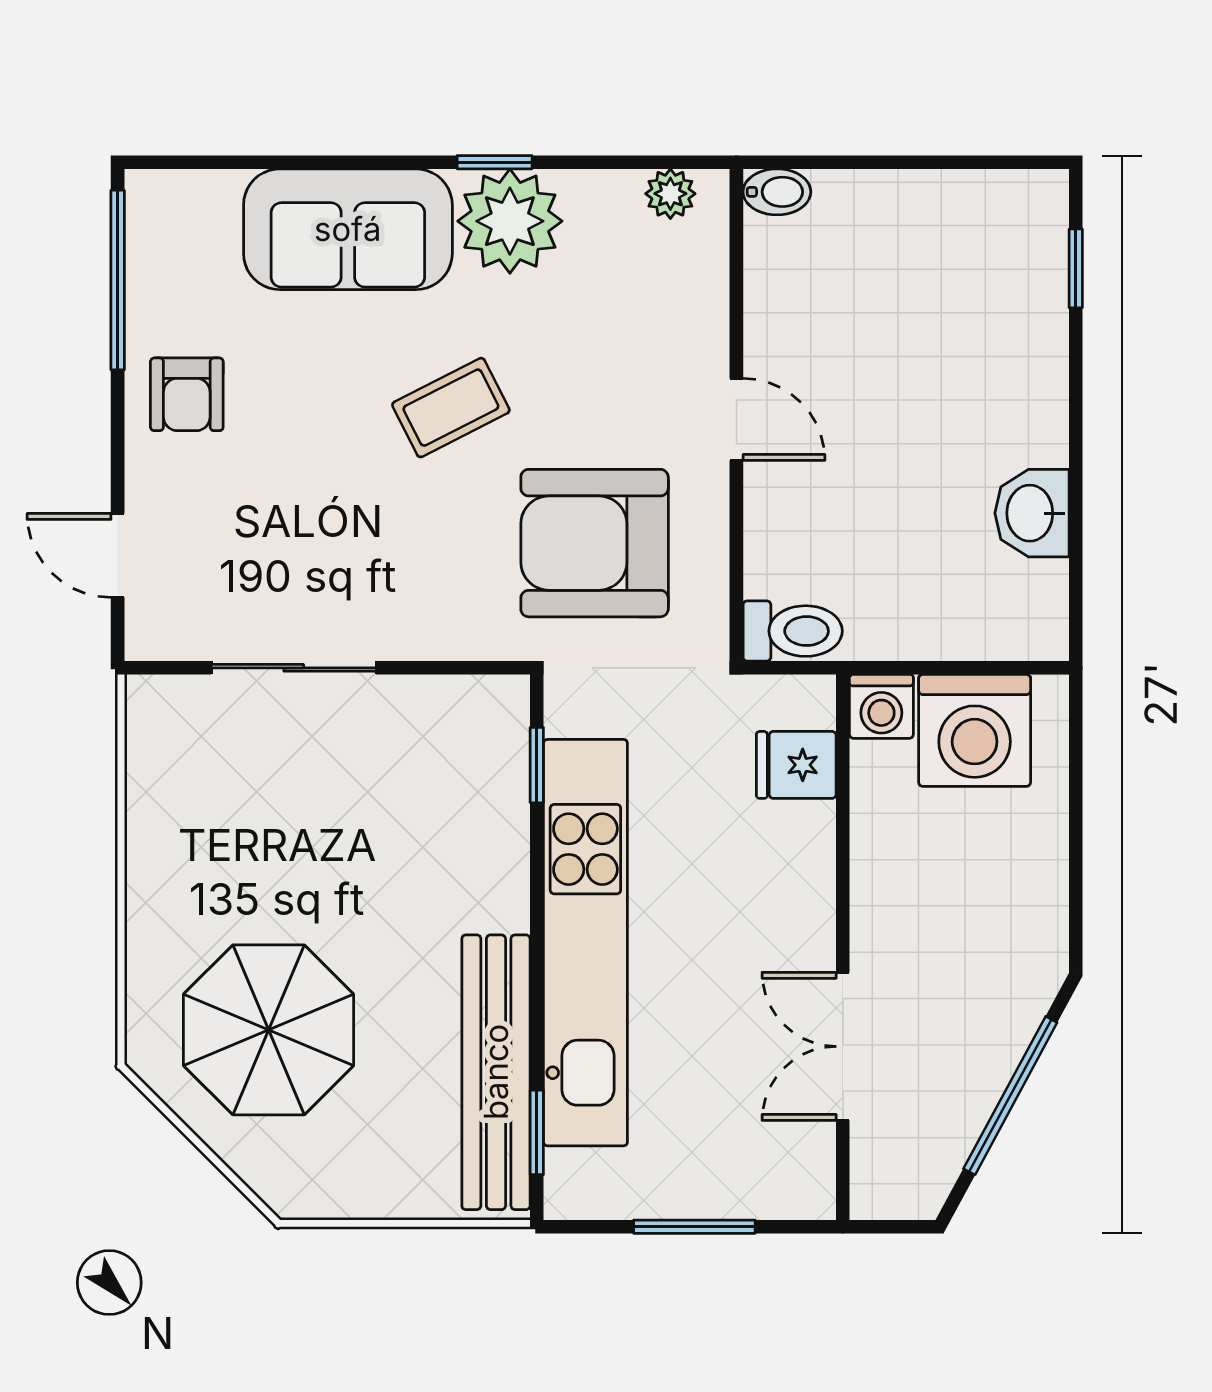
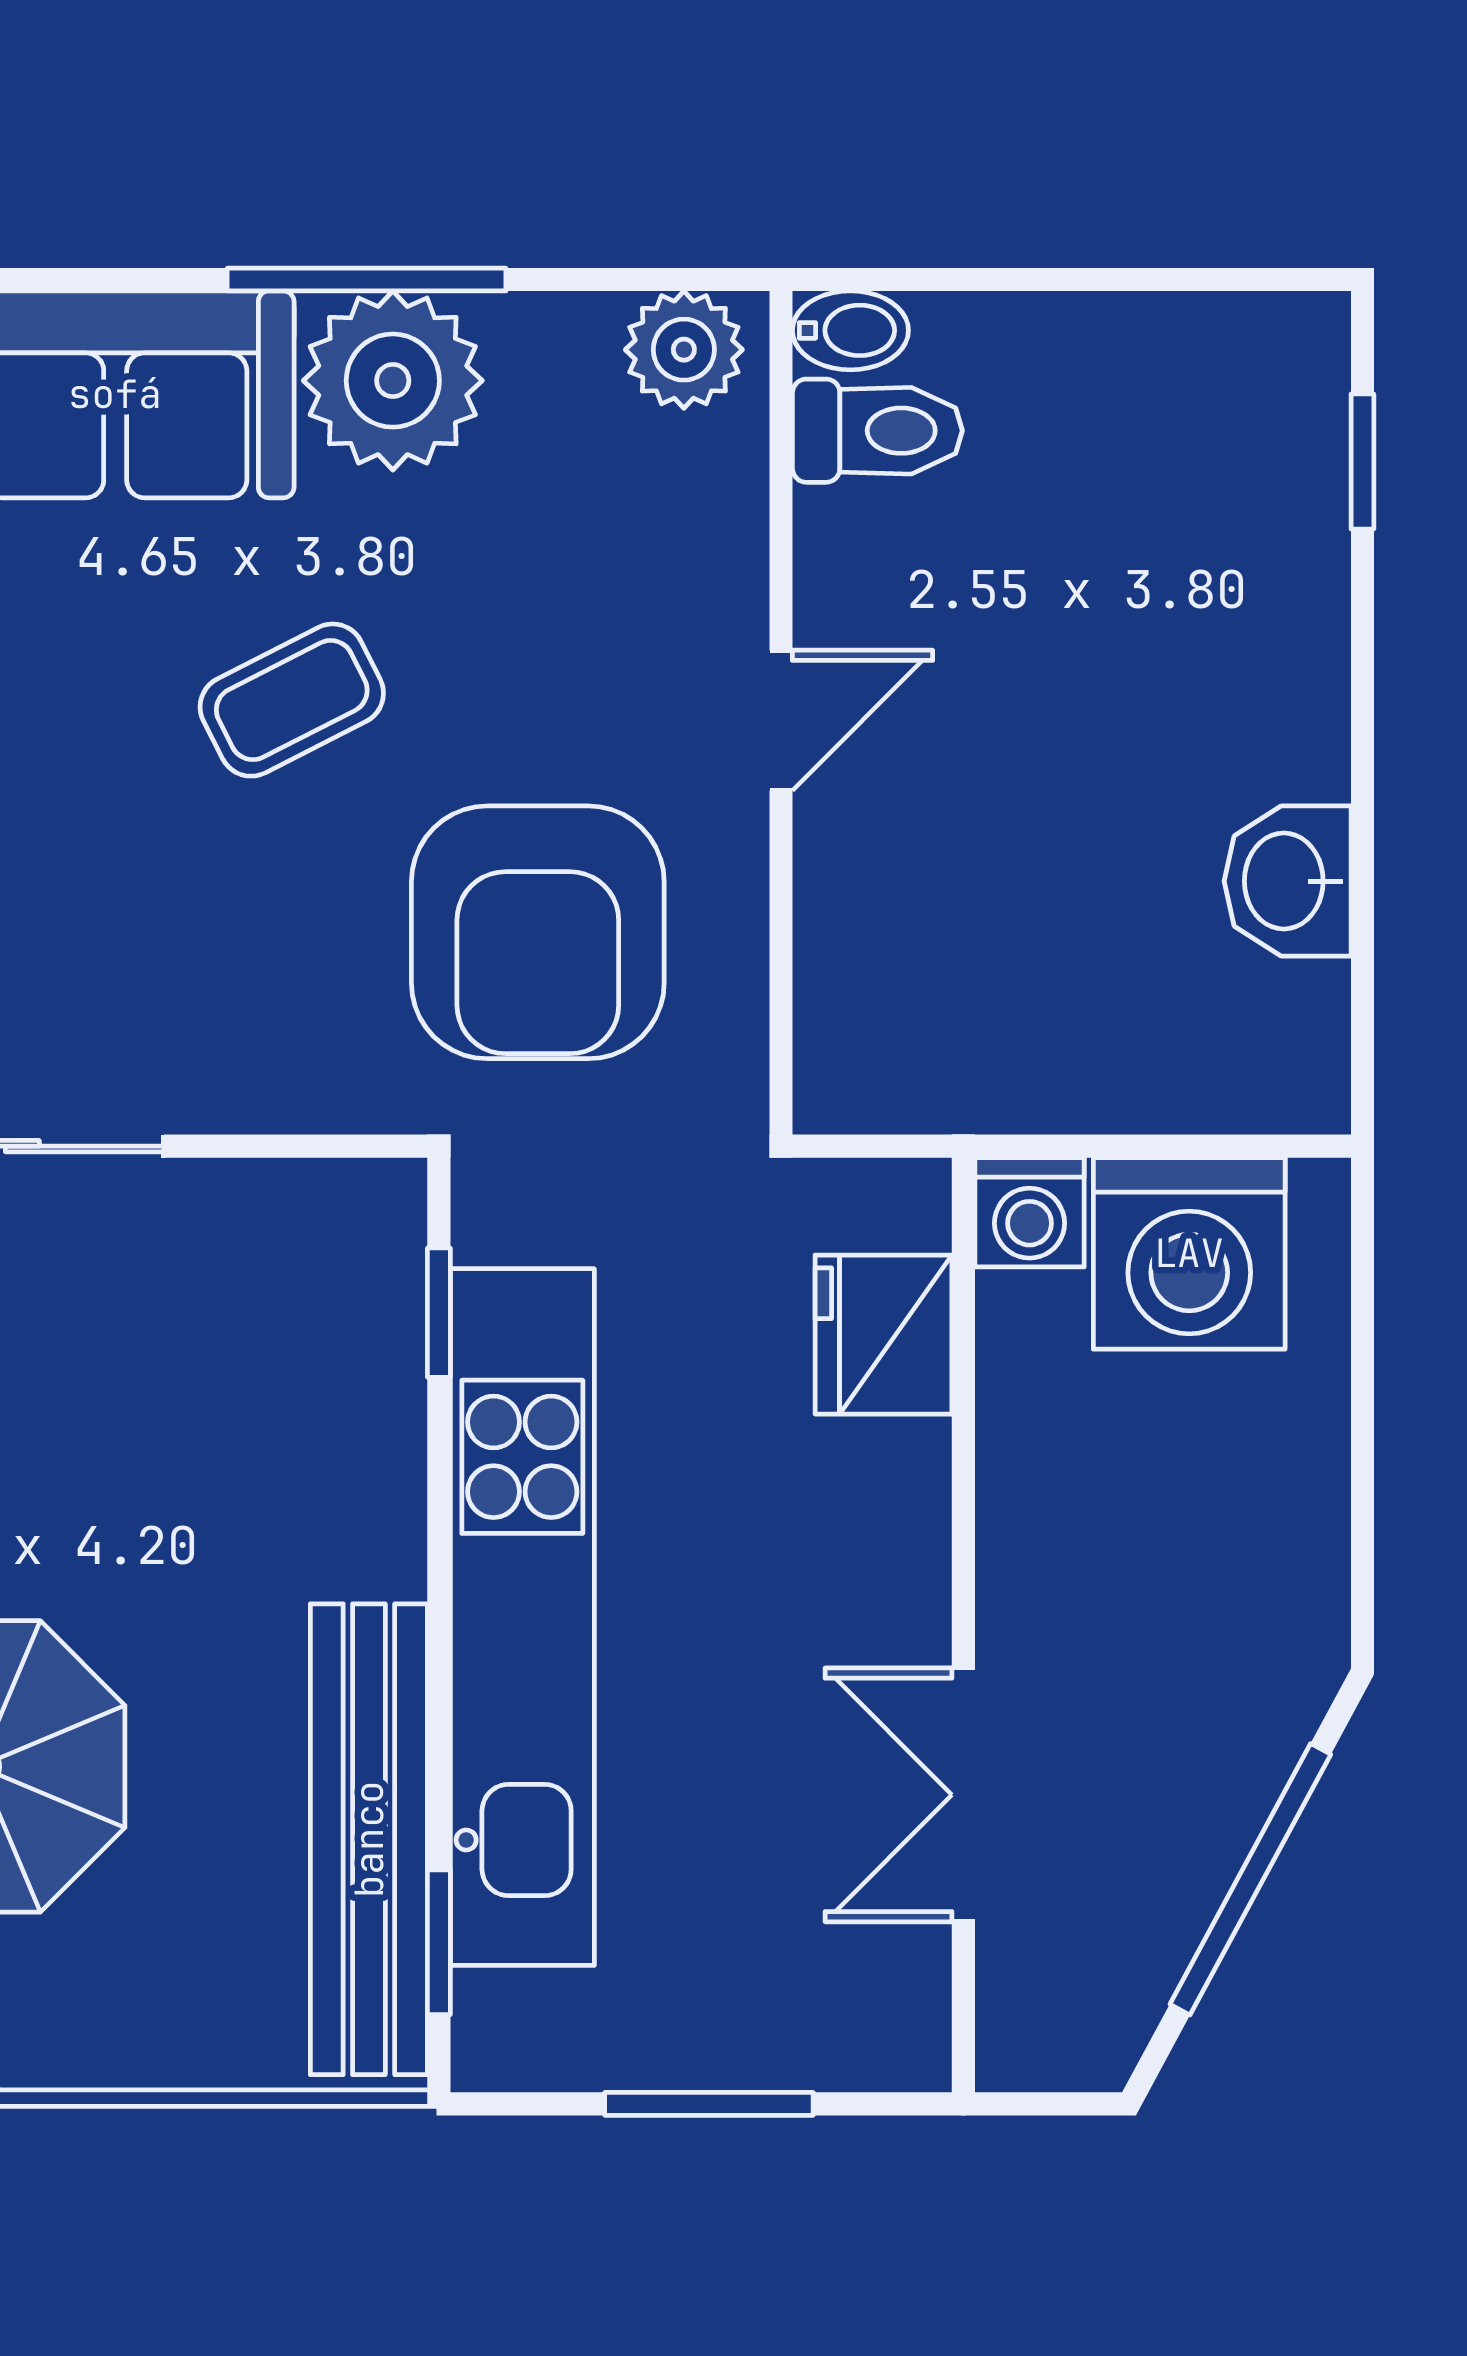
window: (495, 162) -> (367, 280), width x2.17
plant: (670, 194) -> (684, 350), width x1.38, depth x1.38
door: (736, 419) -> (781, 720), hinge flipped
armchair: (595, 543) -> (538, 932), turned -90
toilet: (793, 631) -> (877, 431), moved
fridge: (796, 765) -> (884, 1335), width x1.38

